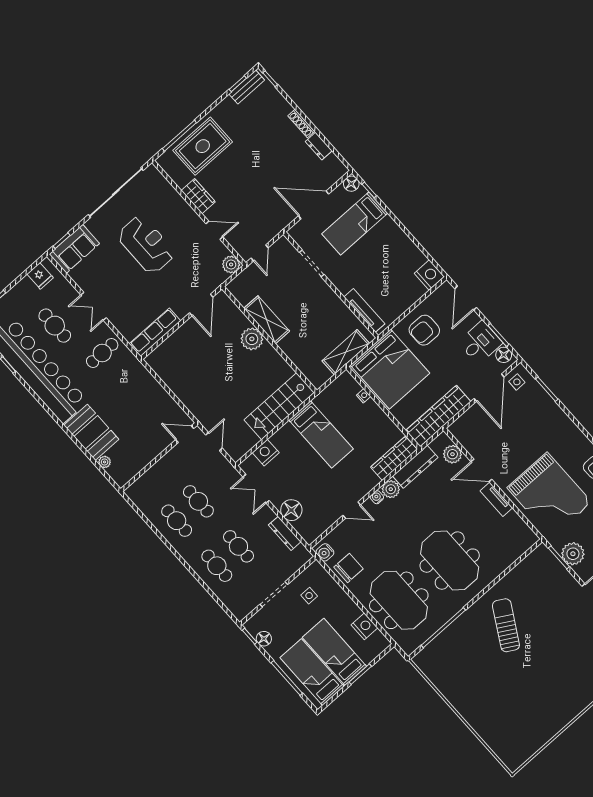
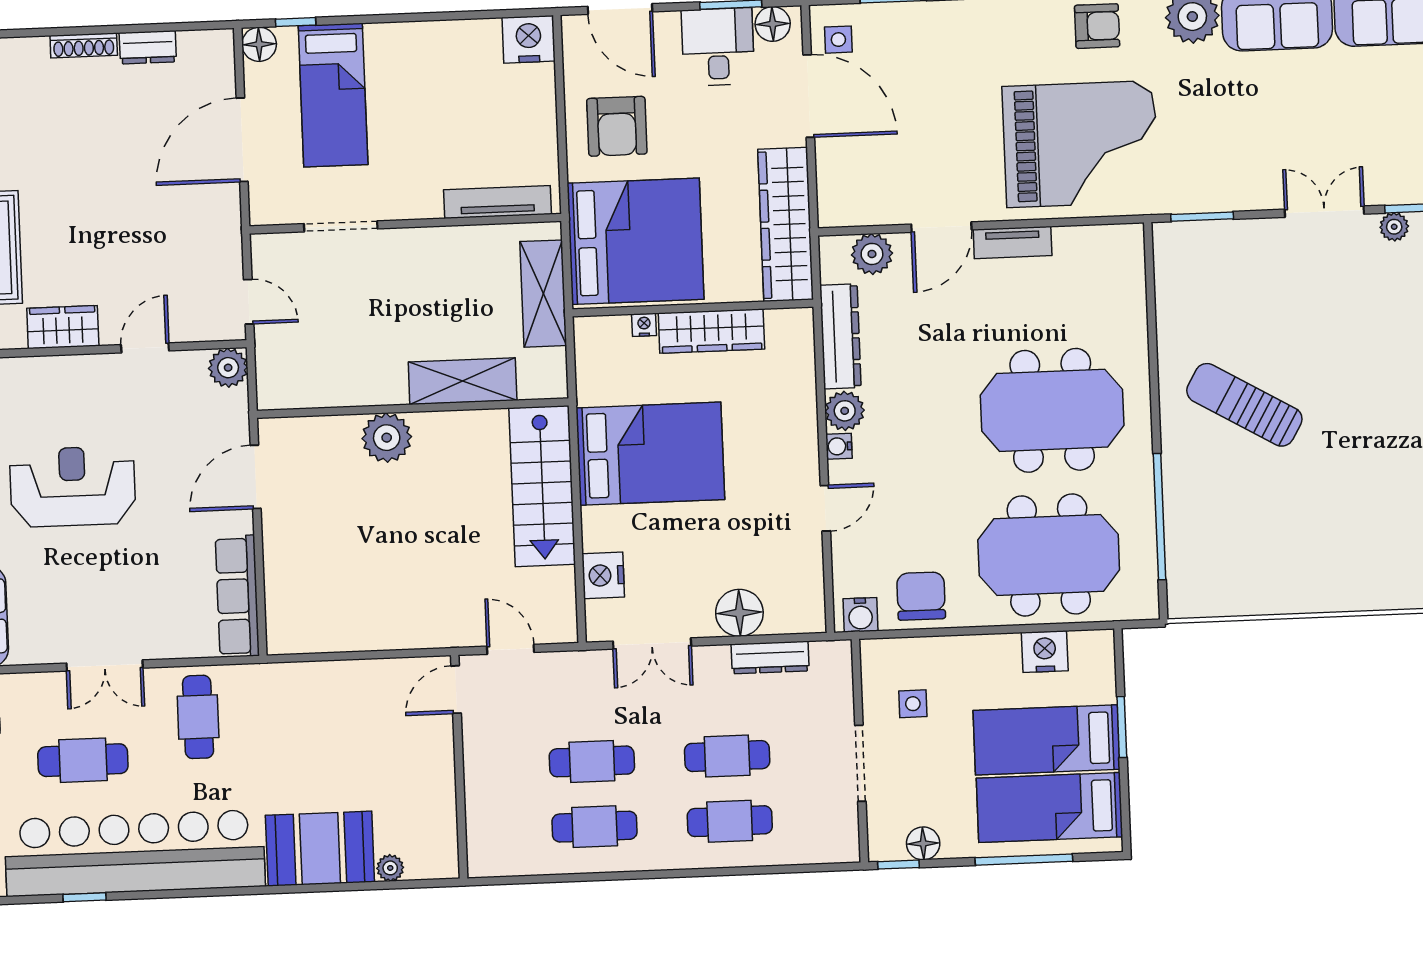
door: (201, 305) -> (256, 477), swing flipped
shelving: (267, 320) -> (463, 381), moved
bed: (321, 434) -> (650, 454), width x1.50
wardrobe: (394, 458) -> (711, 331), moved, turned -90
plant: (573, 554) -> (1216, 187), removed

